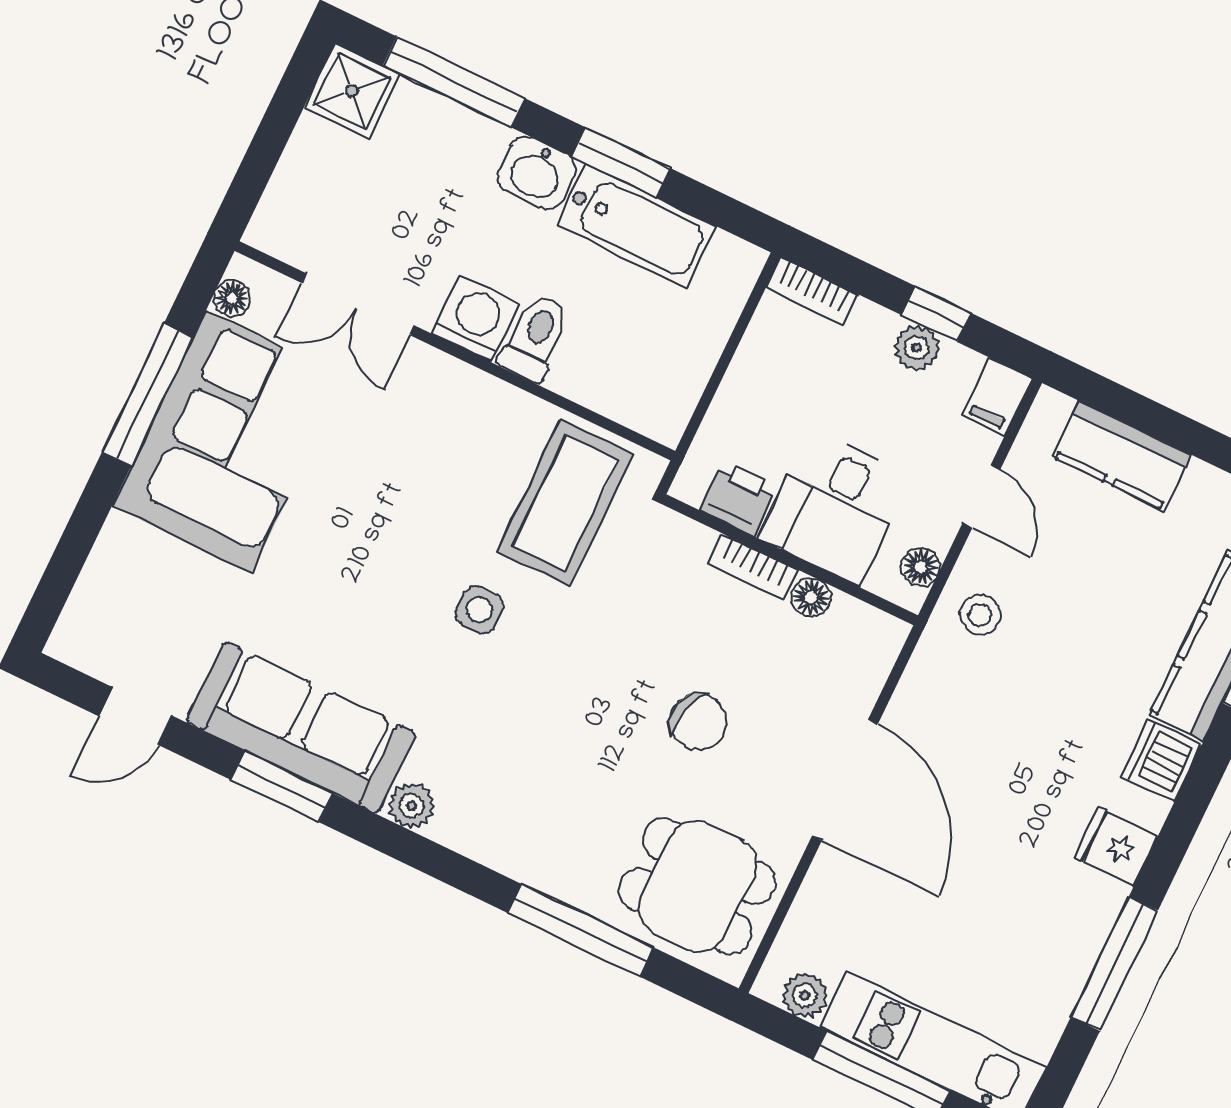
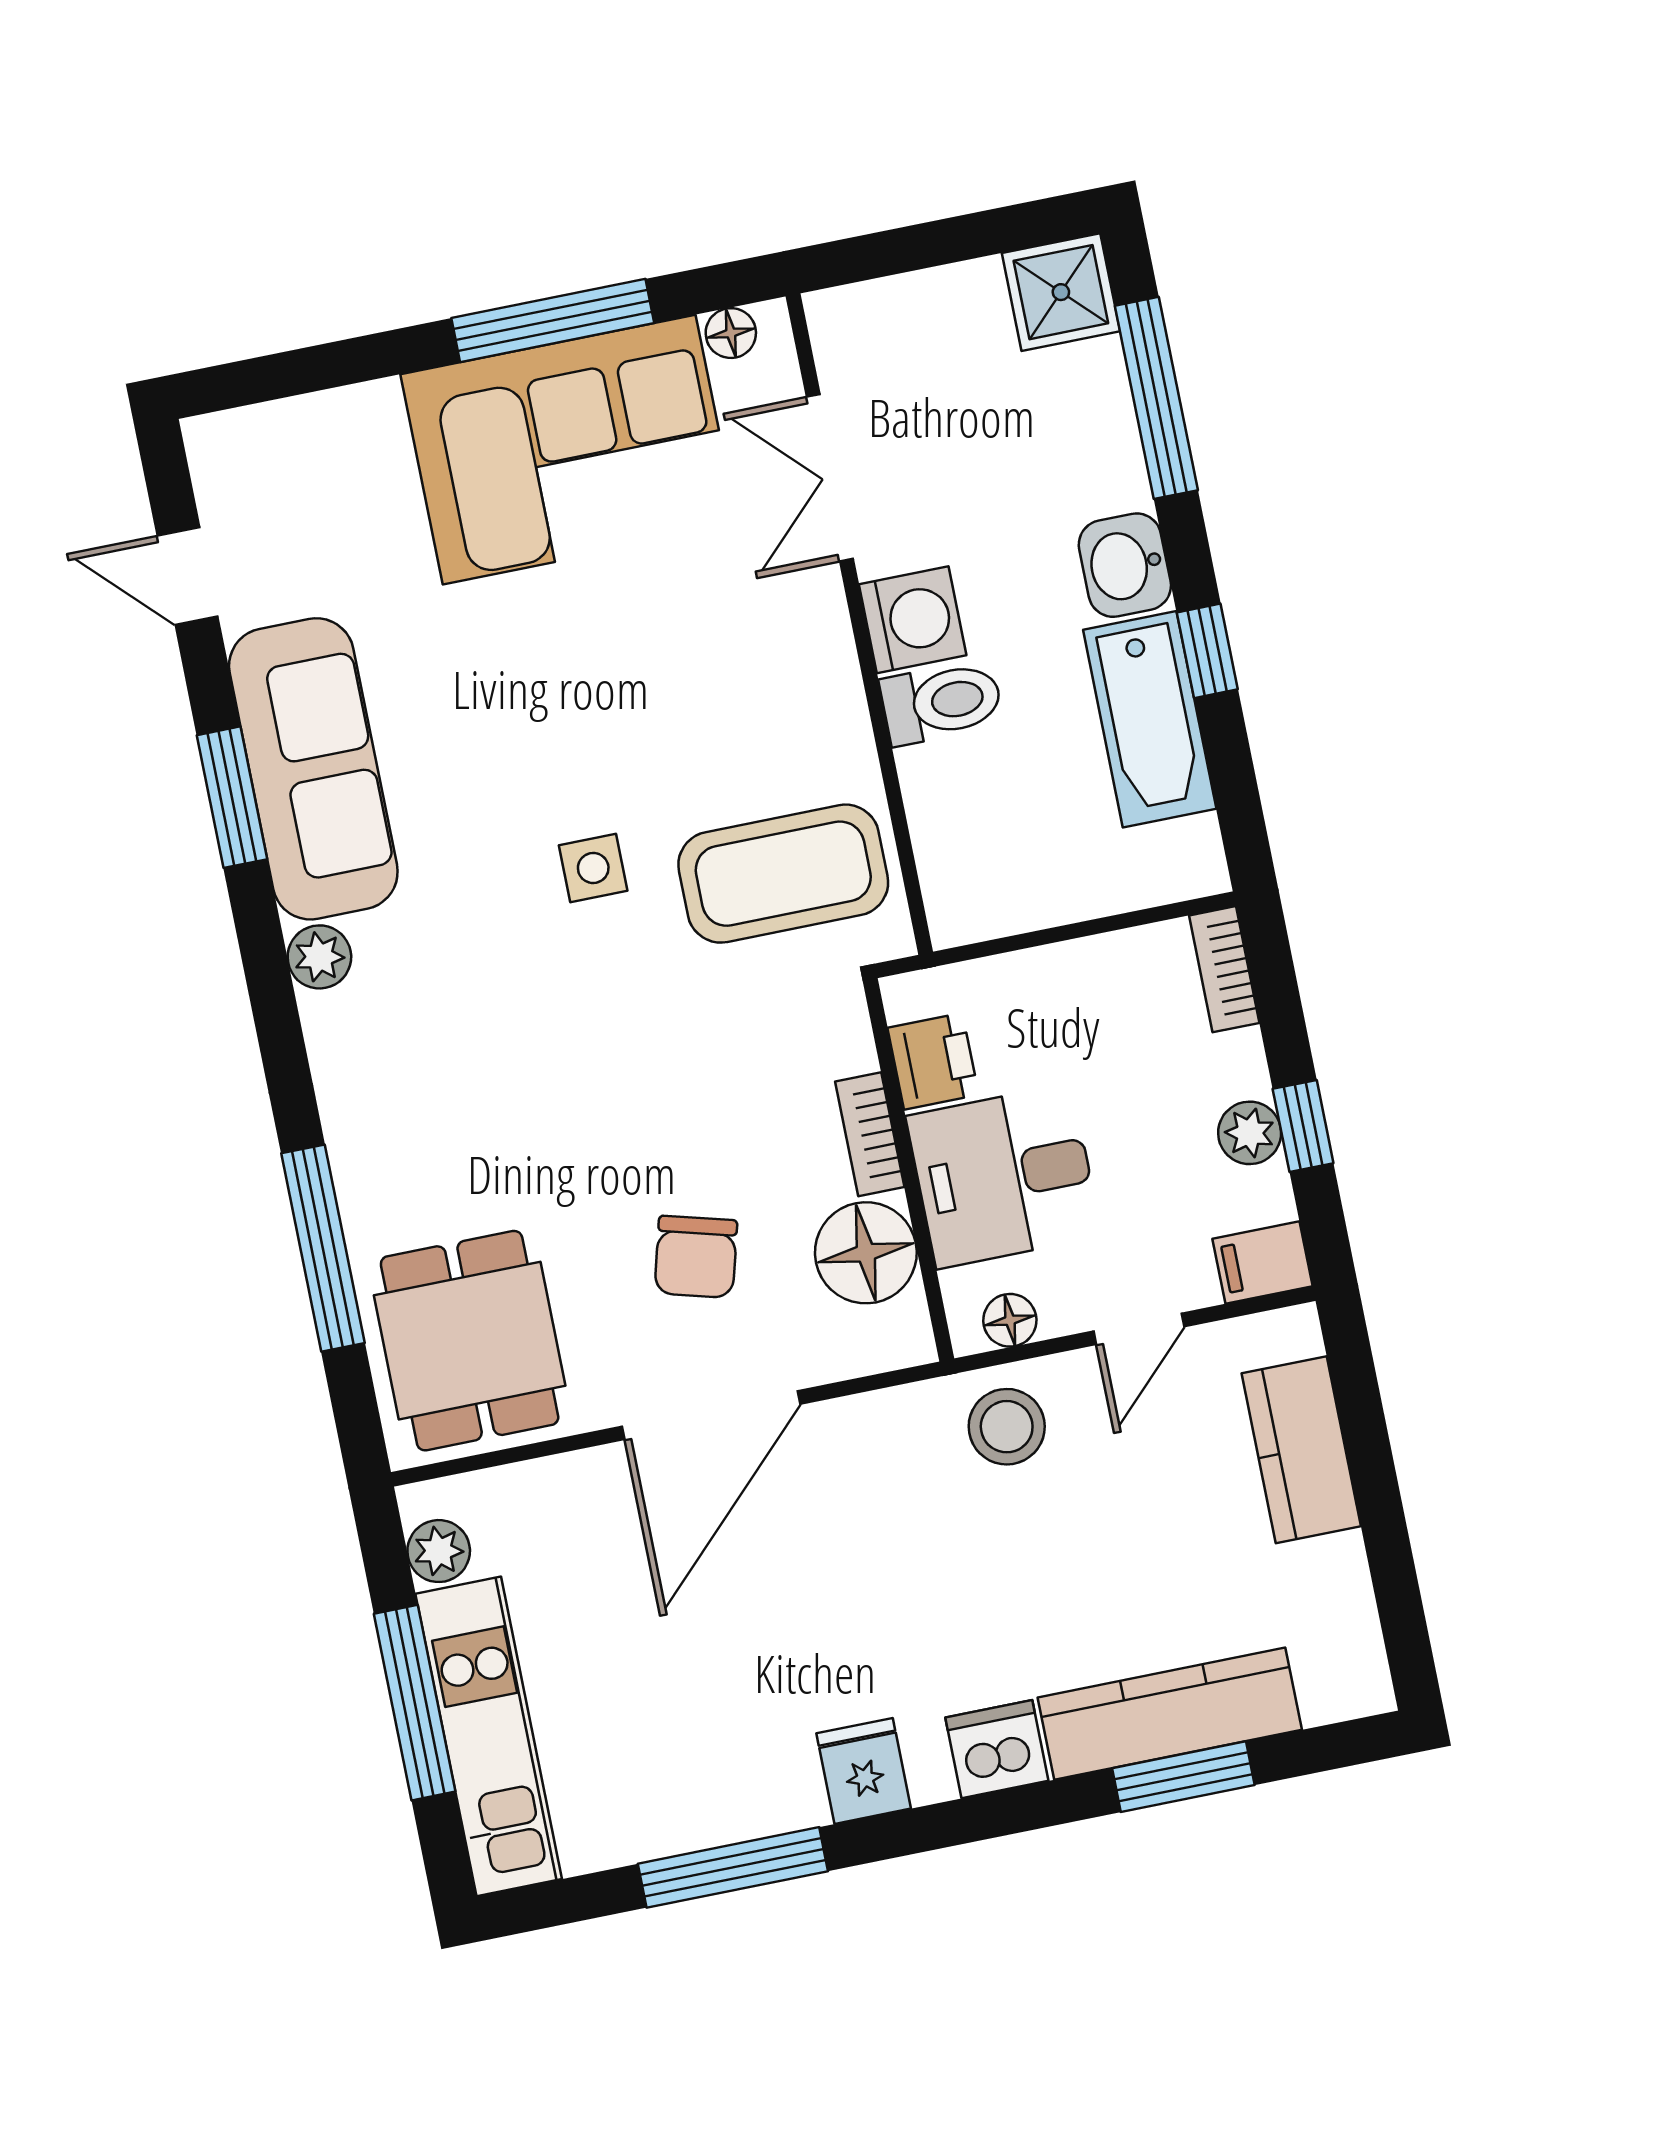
window: (622, 163) -> (1207, 651), width x0.67
floor lamp: (811, 597) -> (866, 1253), width x1.89, depth x1.89
stool: (980, 615) -> (1007, 1427), width x1.37, depth x1.37
chair: (698, 722) -> (696, 1257), moved

